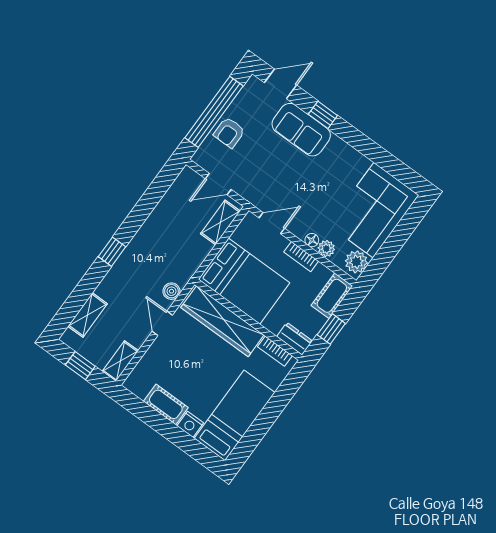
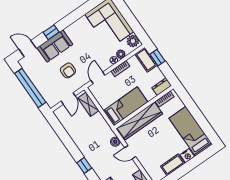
door: (280, 84) -> (28, 49), hinge flipped
armchair: (229, 132) -> (68, 70), moved
bed: (244, 281) -> (126, 106), width x0.67
window: (331, 329) -> (157, 58), moved

